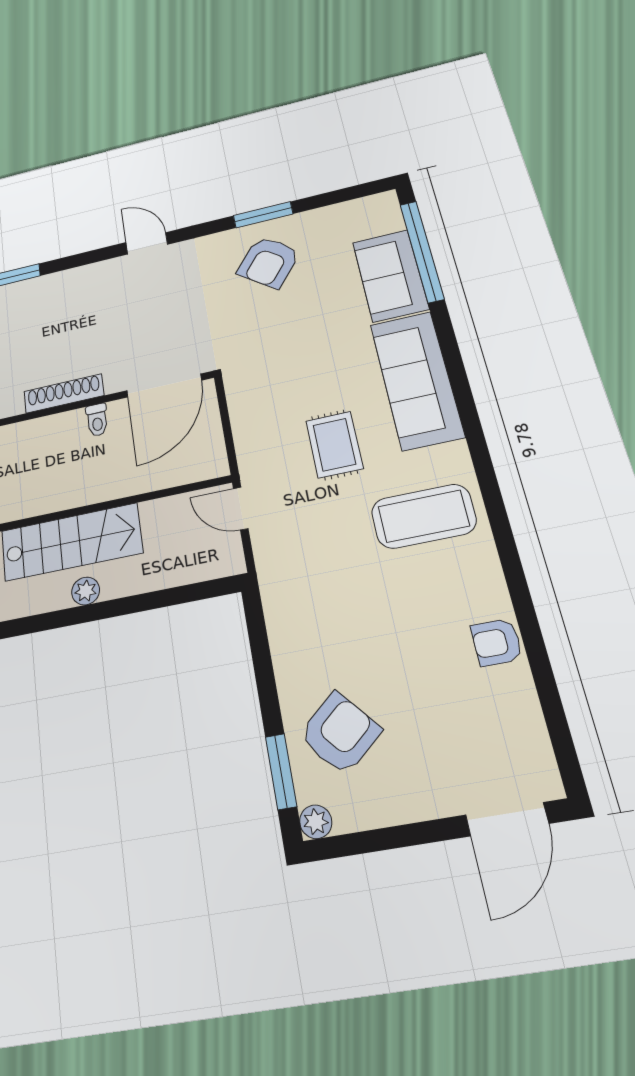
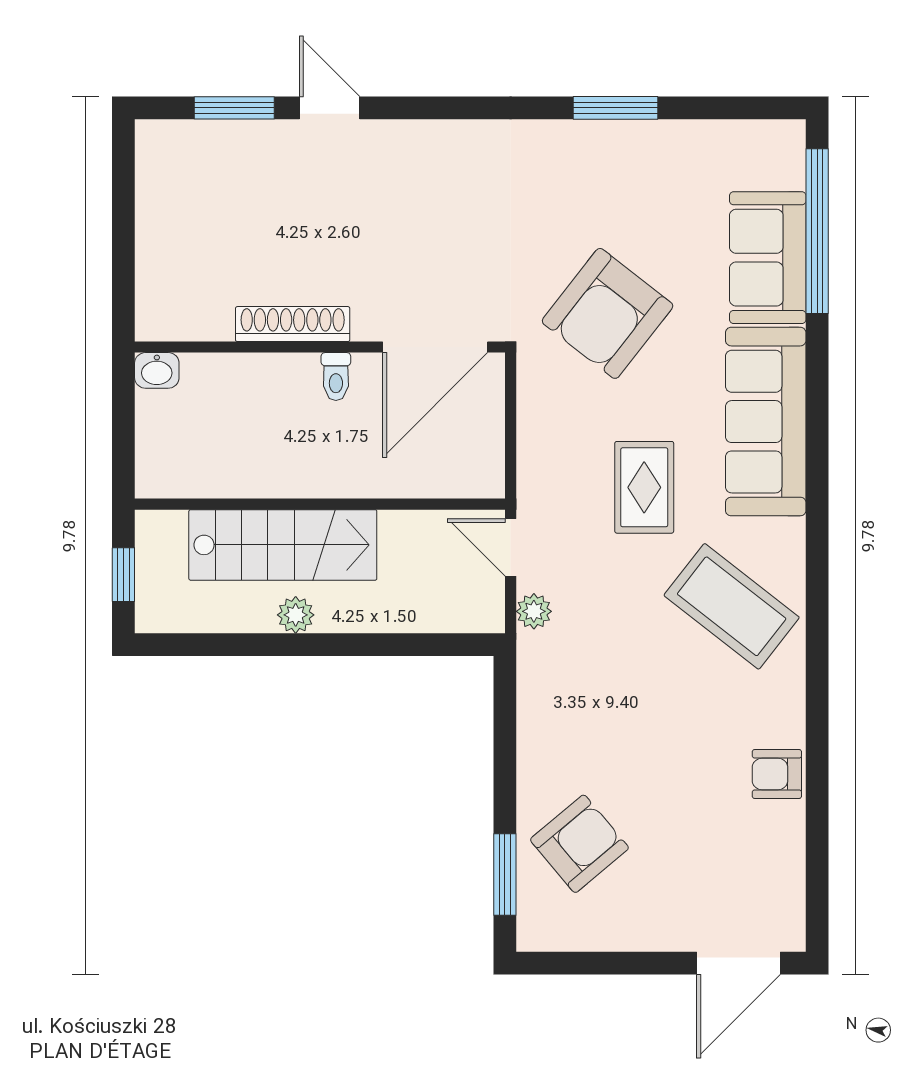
door: (147, 243) -> (330, 108), moved
armchair: (268, 262) -> (608, 313), moved, width x1.36, depth x1.36
coffee table: (424, 516) -> (732, 606), turned 38
plant: (316, 822) -> (534, 611), moved

